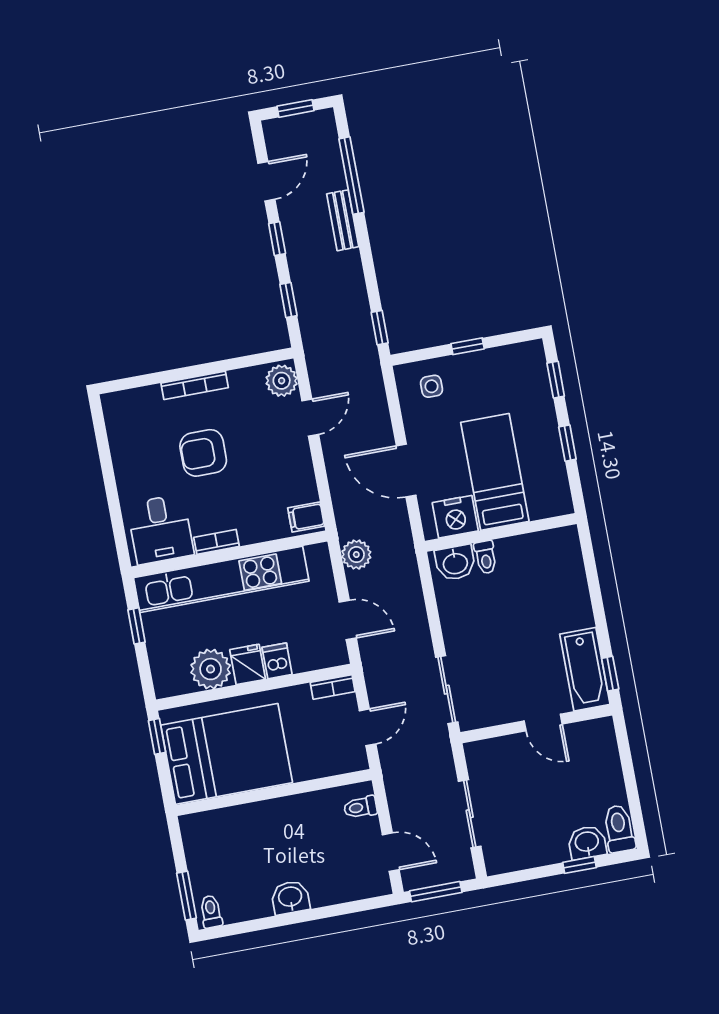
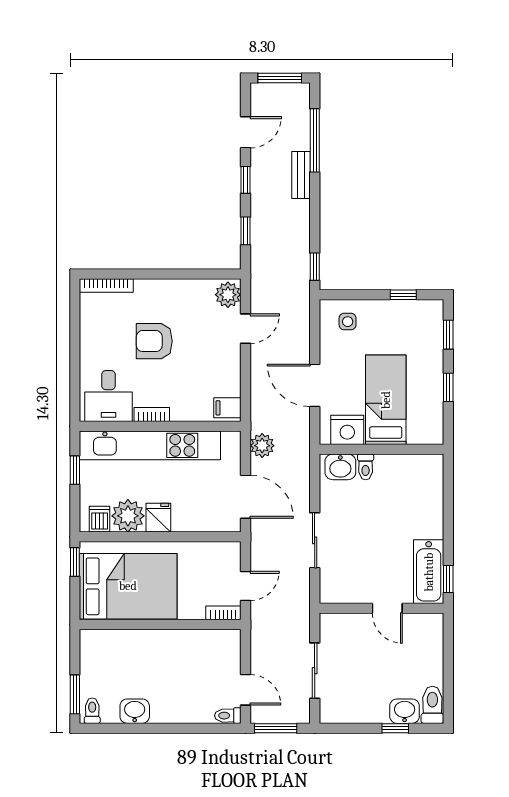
window: (295, 108) -> (280, 78), width x1.50
window: (468, 346) -> (403, 295), moved
bookcase: (195, 385) -> (106, 285), moved
door: (348, 620) -> (245, 497), width x1.38
dishwasher: (277, 661) -> (100, 519), moved
bookcase: (333, 687) -> (223, 613), moved, turned 180
sliding door: (447, 690) -> (315, 540), moved
toilet: (360, 807) -> (228, 716), moved
washbasin: (290, 897) -> (135, 711), moved

